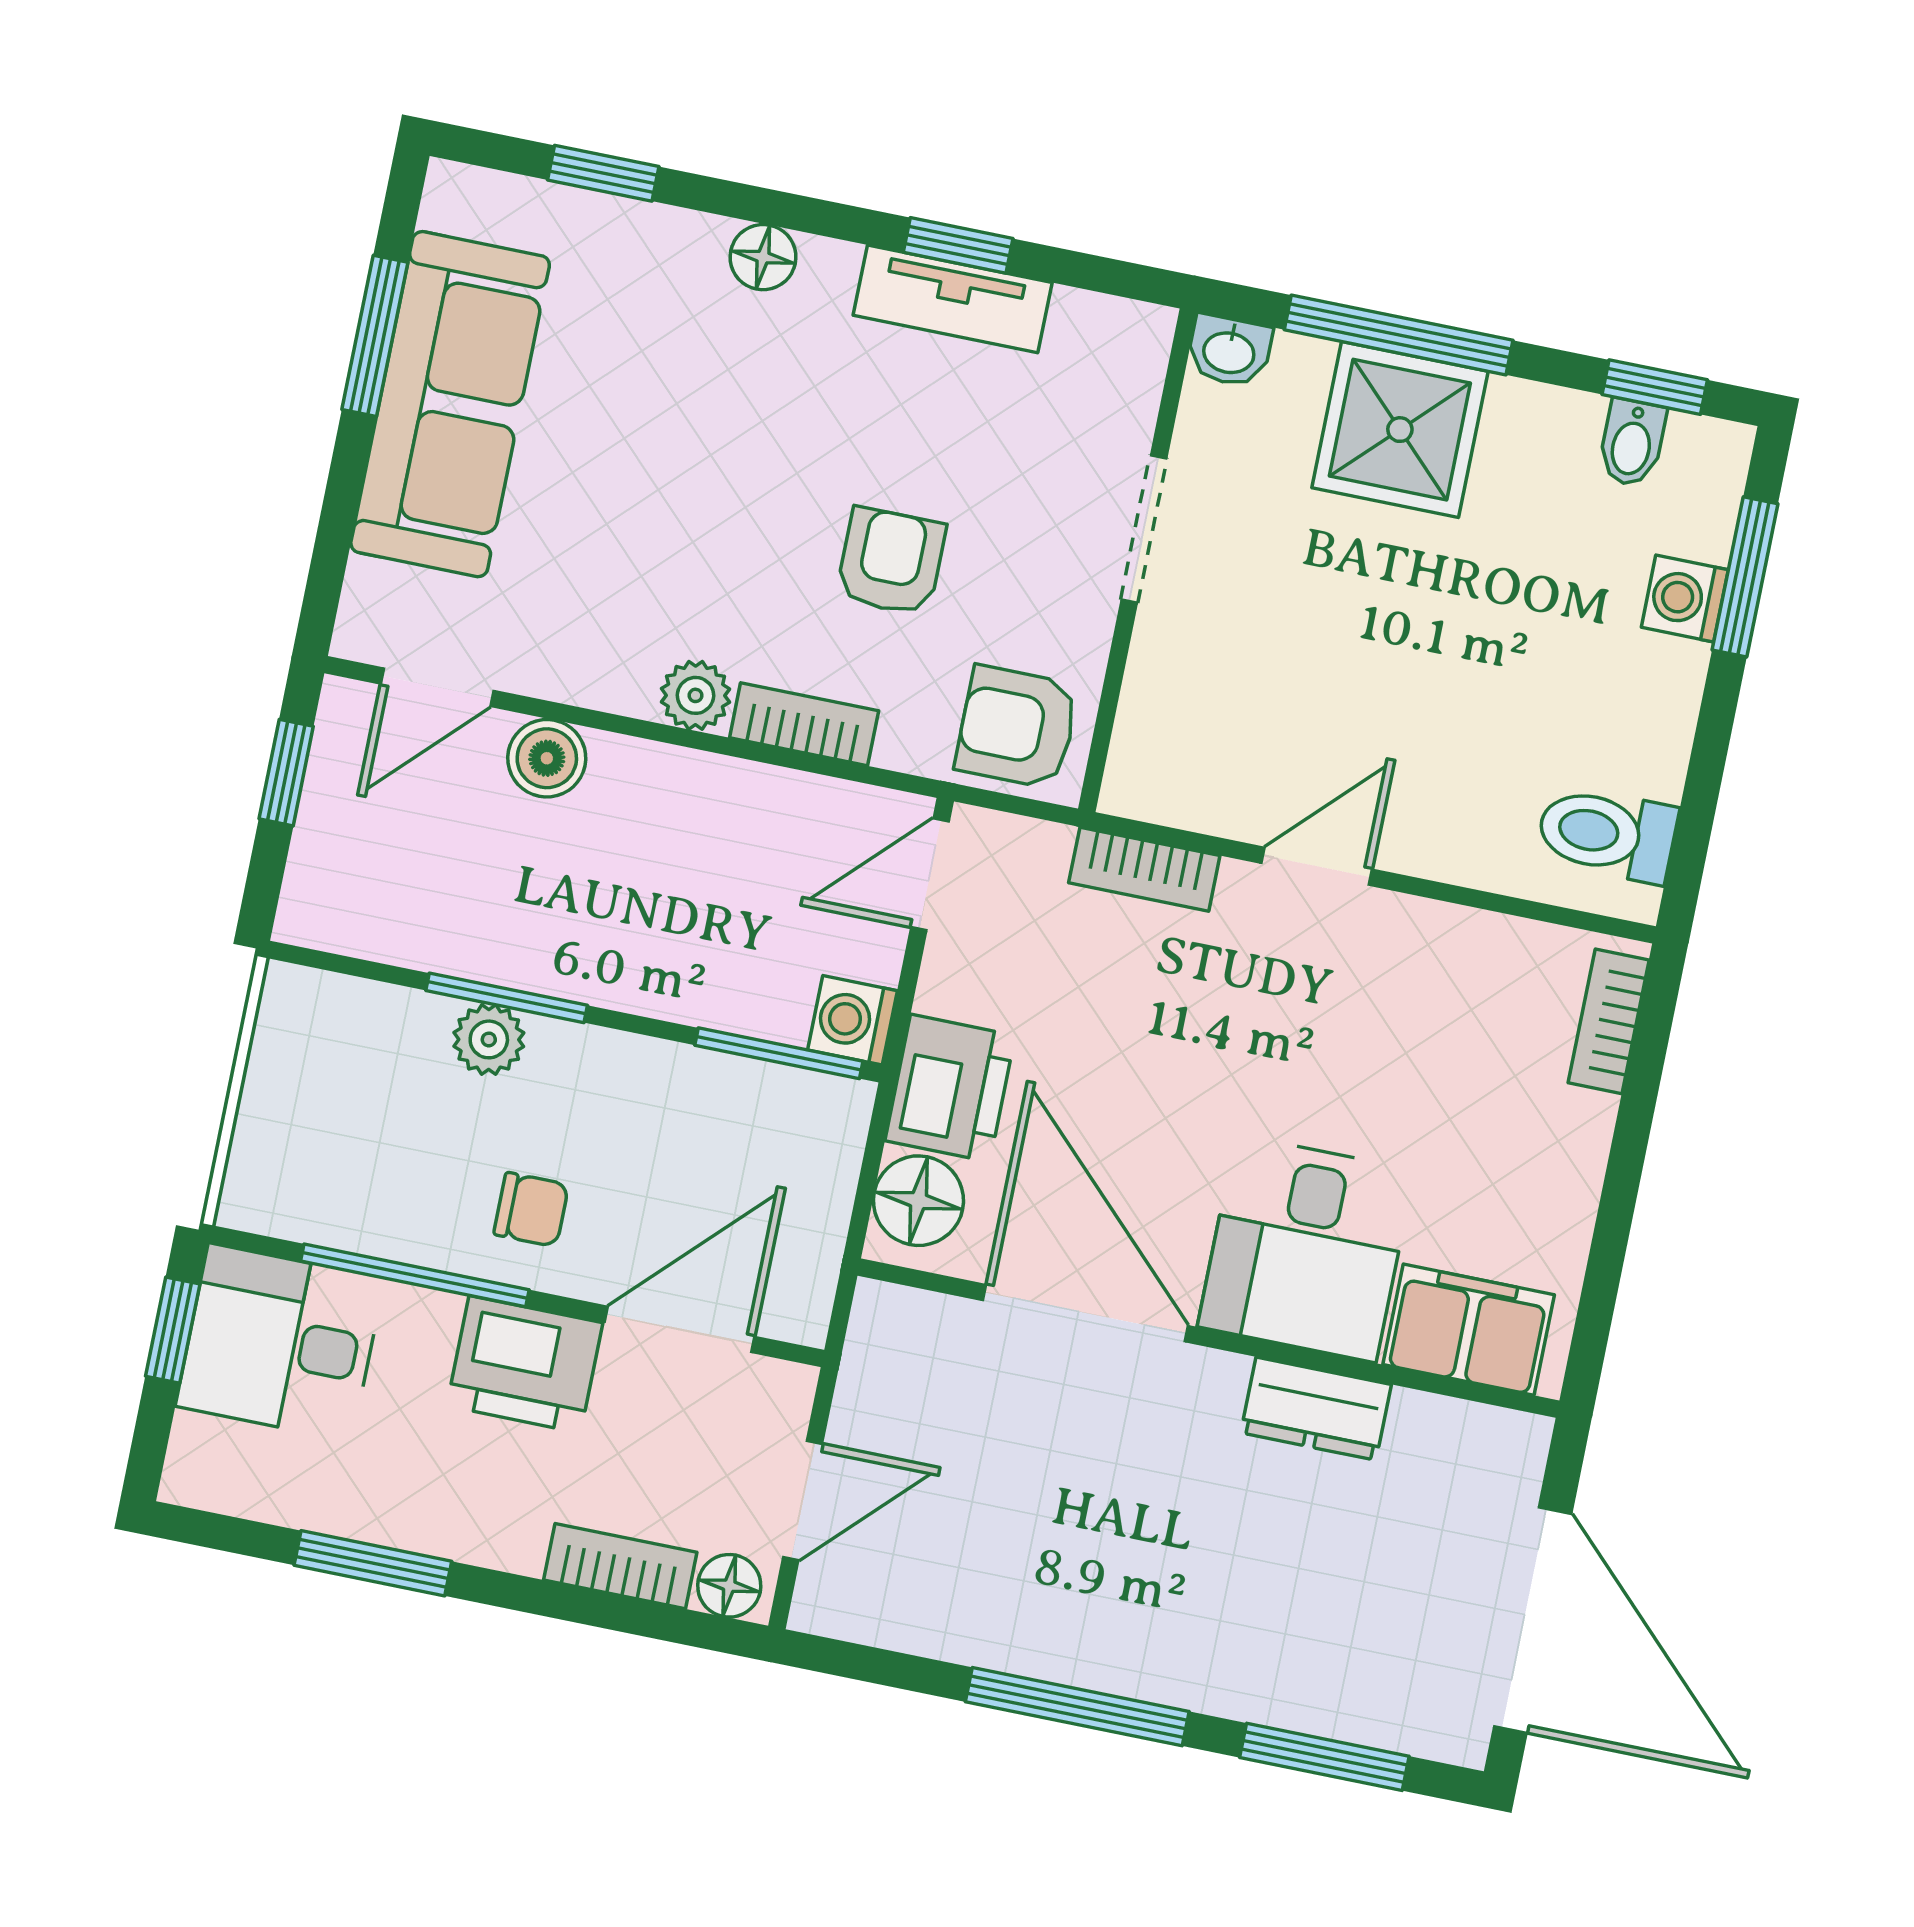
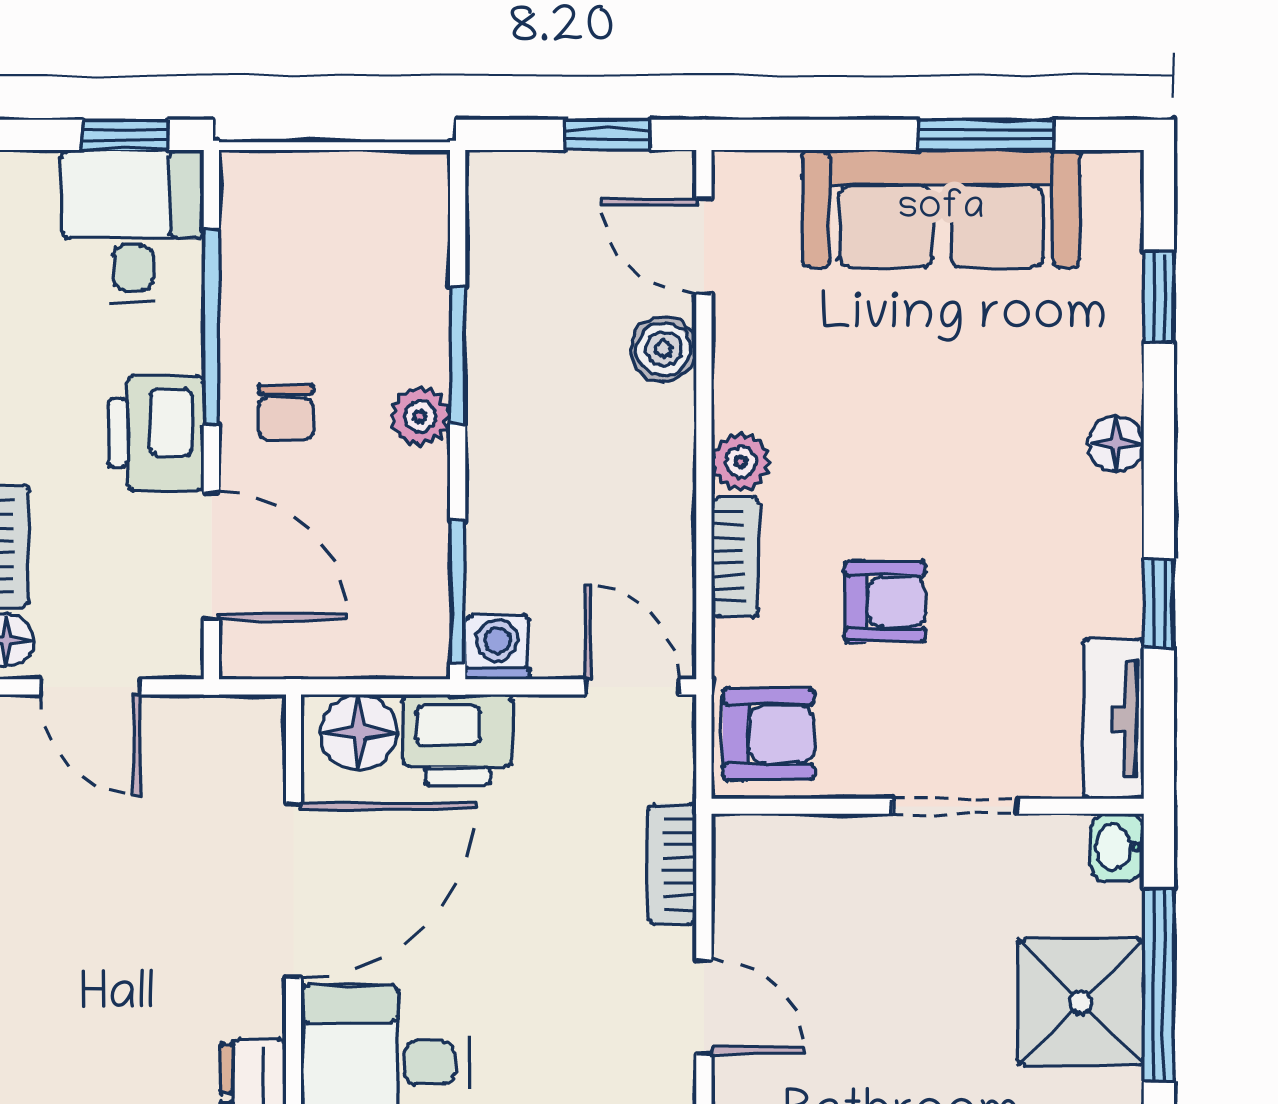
tv unit: (953, 299) -> (1113, 719), moved
armchair: (1017, 727) -> (769, 734), turned 90
plant: (489, 1039) -> (420, 416), moved

